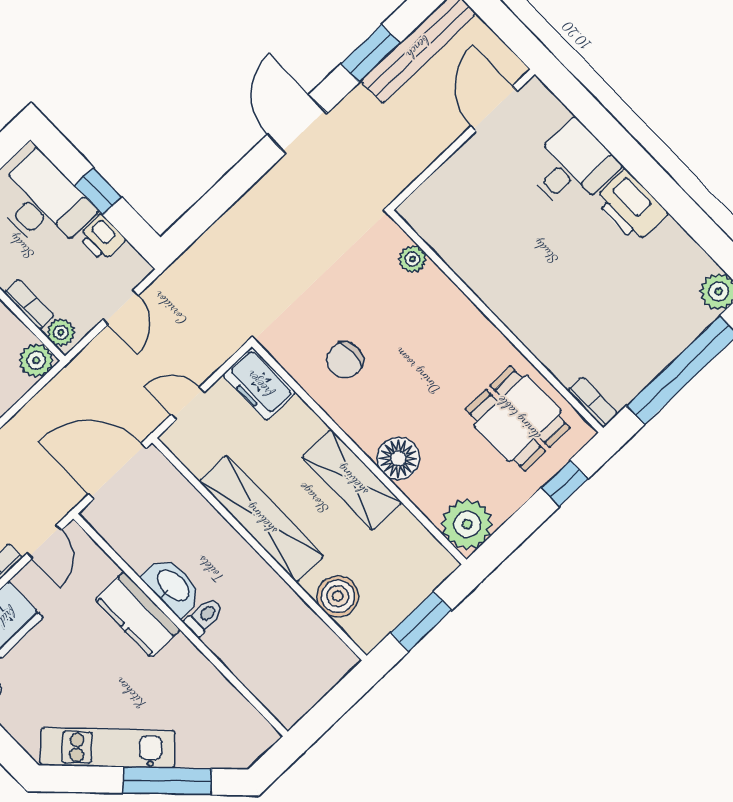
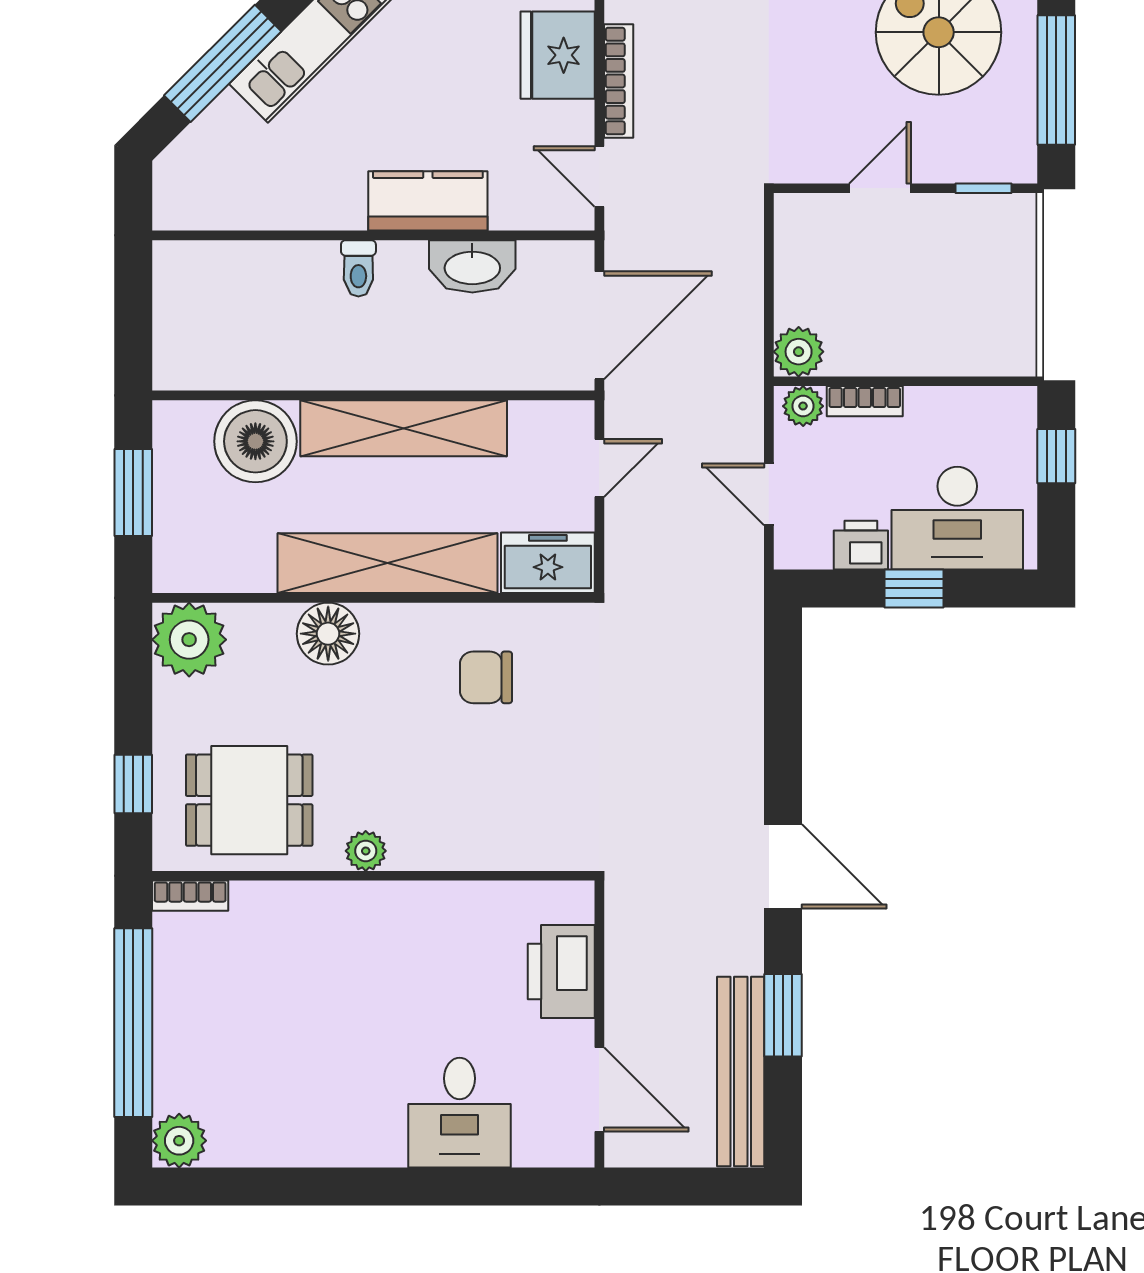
printer: (631, 206) -> (561, 971), moved, turned -90
plant: (412, 259) -> (366, 851), moved
chair: (345, 360) -> (486, 677), turned -90
shelving: (352, 480) -> (387, 563), width x1.47
washbasin: (172, 586) -> (472, 266), moved
boiler: (338, 596) -> (255, 441), width x1.37, depth x1.37

